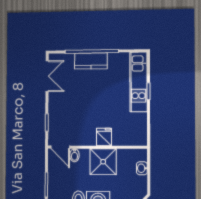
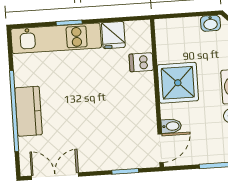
fridge: (104, 137) -> (113, 35), moved, turned -90
dishwasher: (119, 138) -> (141, 62), added
washbasin: (142, 168) -> (210, 23), moved

